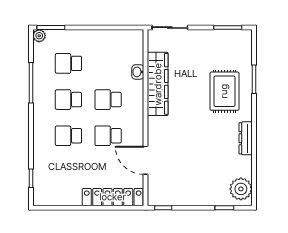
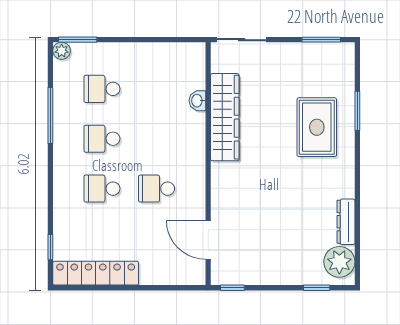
school desk: (108, 100) -> (156, 139), removed
dresser: (246, 138) -> (346, 222), moved
door: (146, 160) -> (208, 240), moved
locker: (113, 197) -> (96, 273), moved

